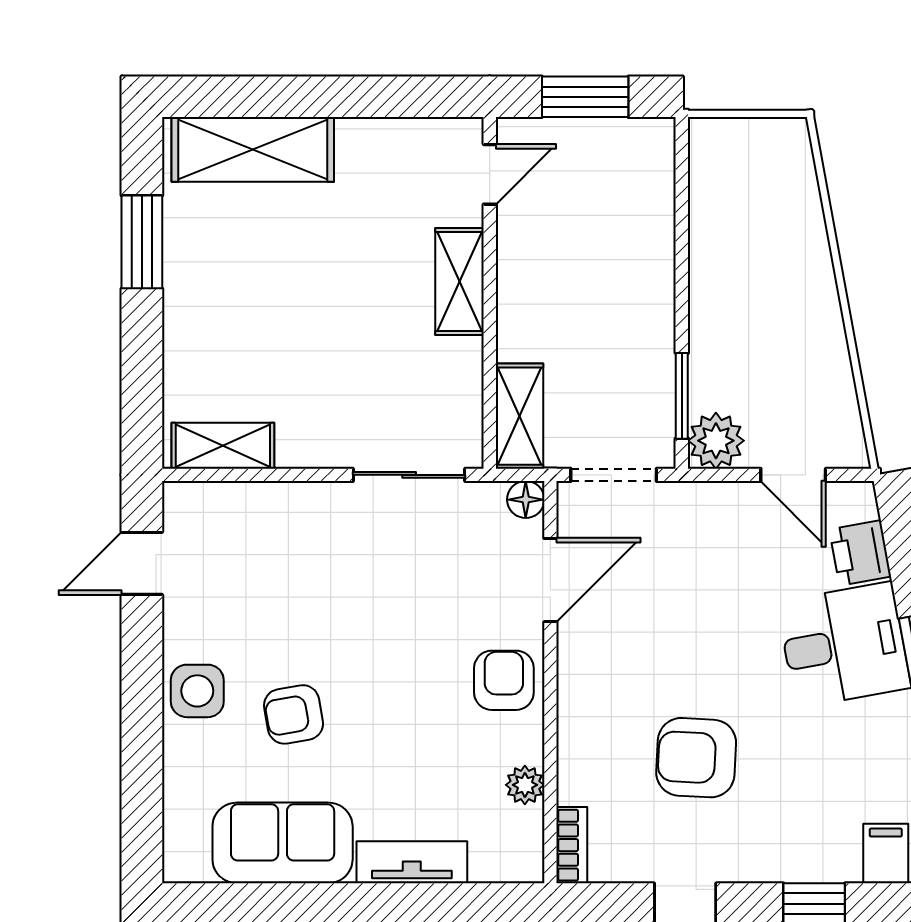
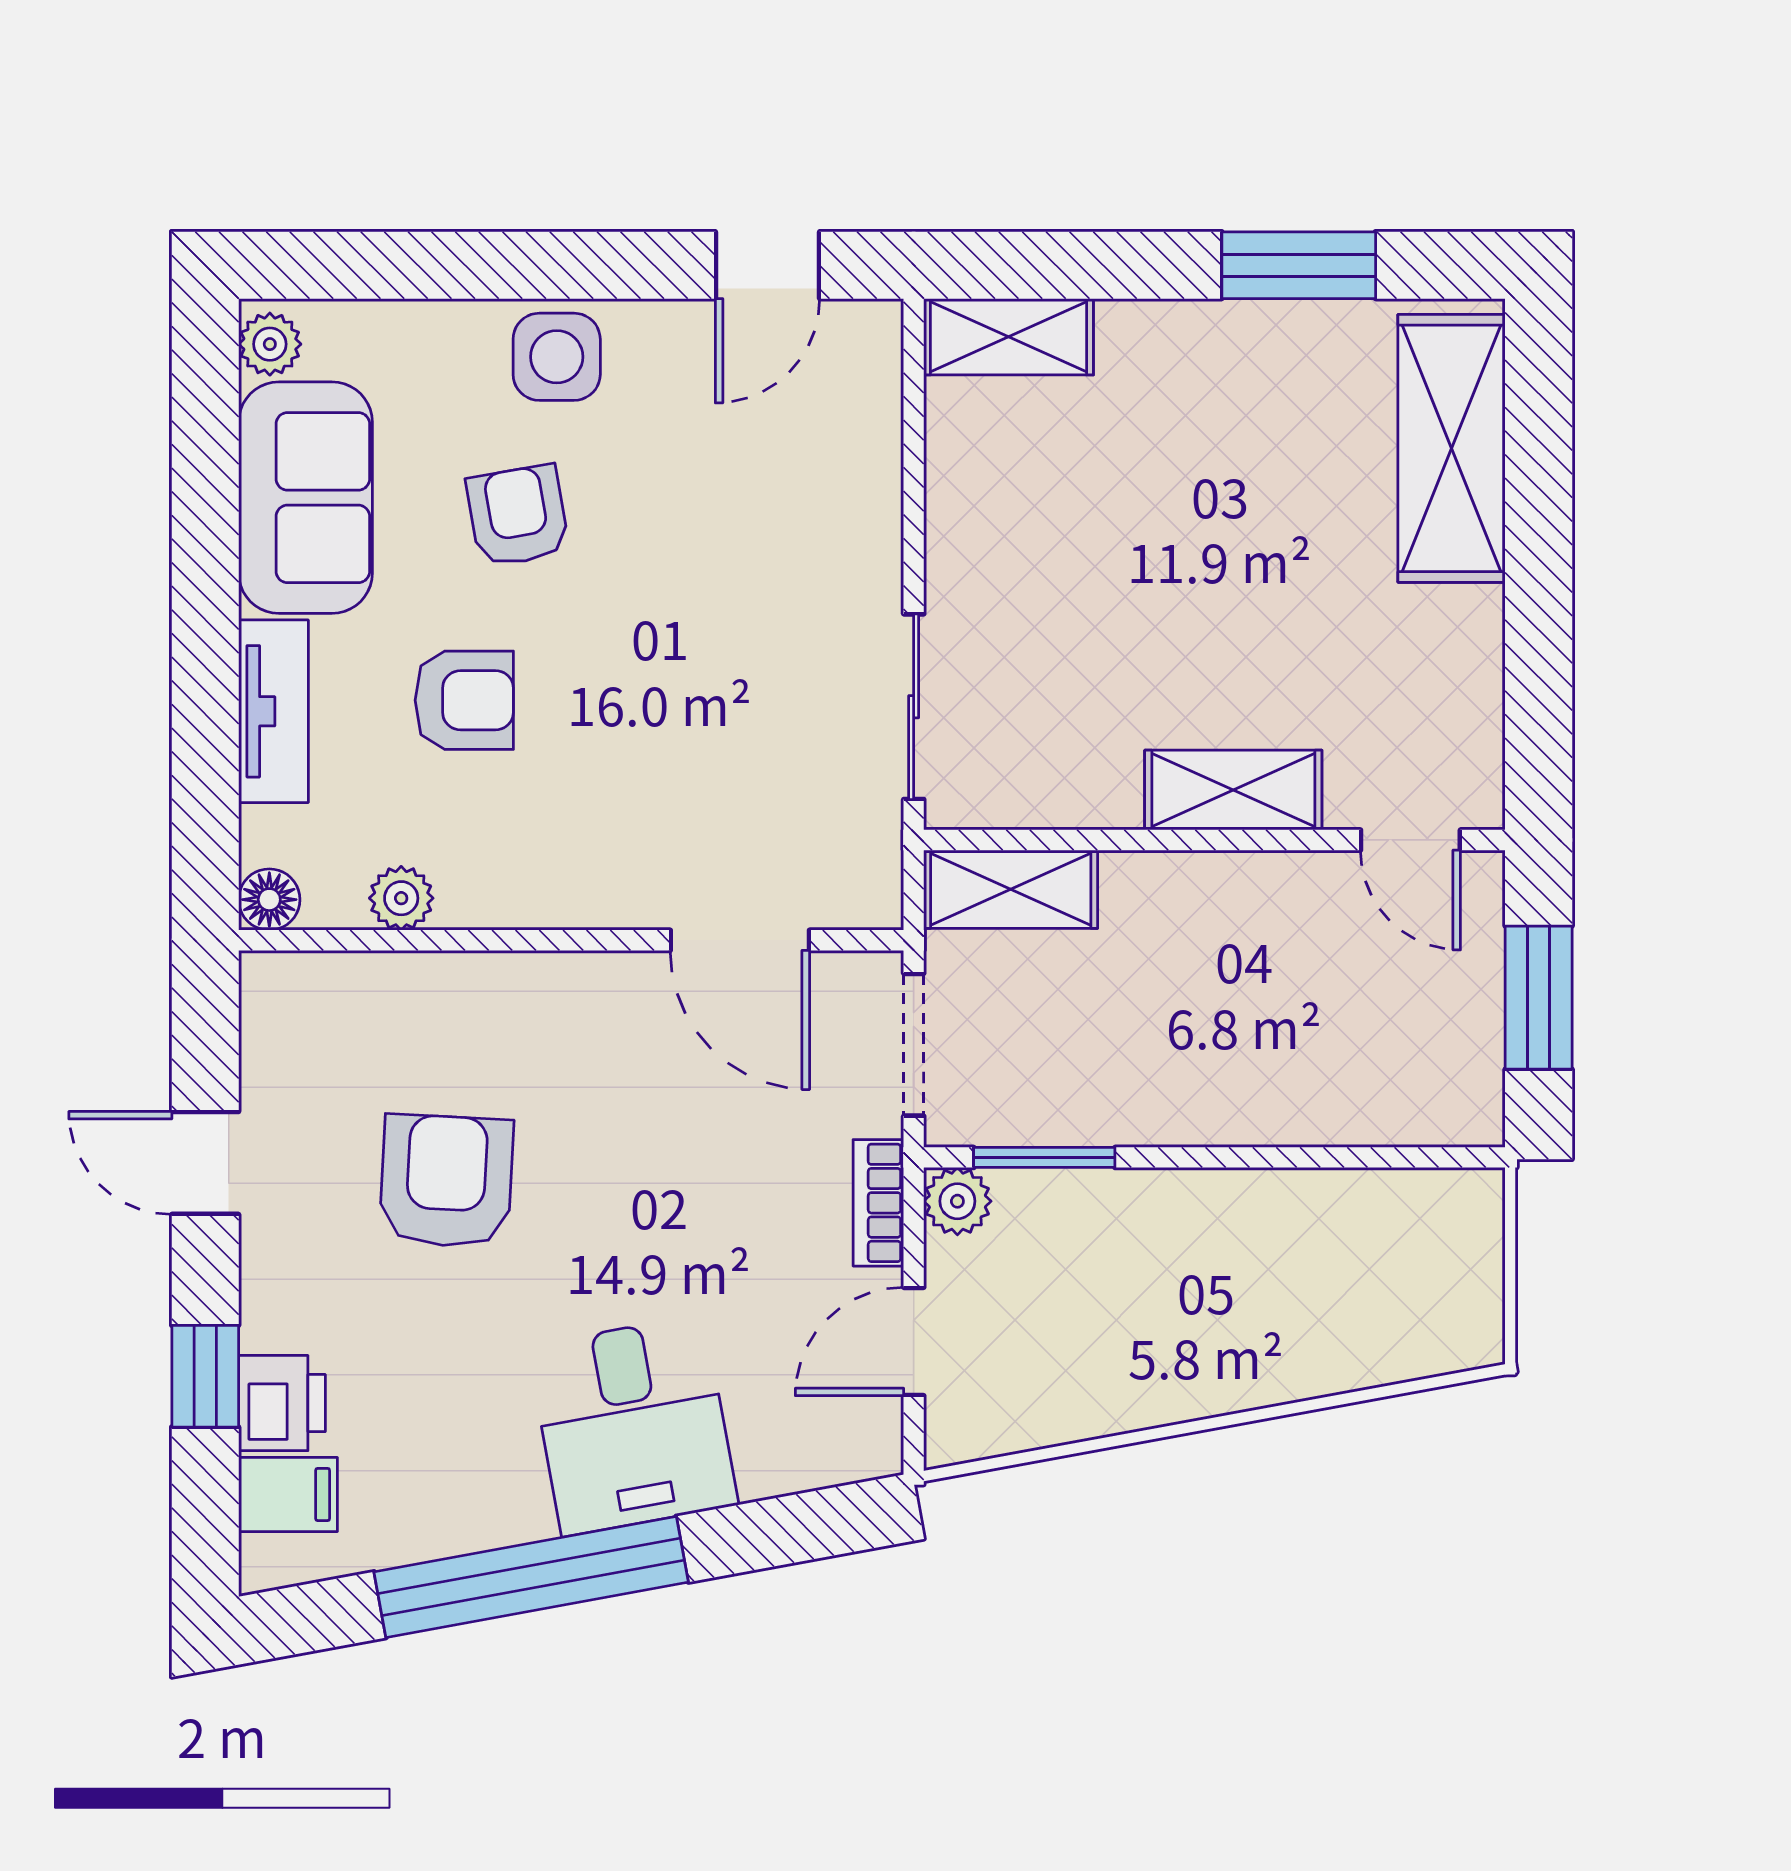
plant: (716, 441) -> (957, 1201), width x0.73, depth x0.73
shelving: (223, 446) -> (1009, 337), moved, turned 90
floor lamp: (526, 500) -> (269, 900), moved
printer: (860, 553) -> (282, 1403), moved, turned 100
door: (142, 563) -> (767, 265), swing flipped
armchair: (504, 680) -> (464, 700), moved
bookcase: (572, 845) -> (878, 1203), moved, turned 90
plant: (190, 864) -> (270, 344), added

